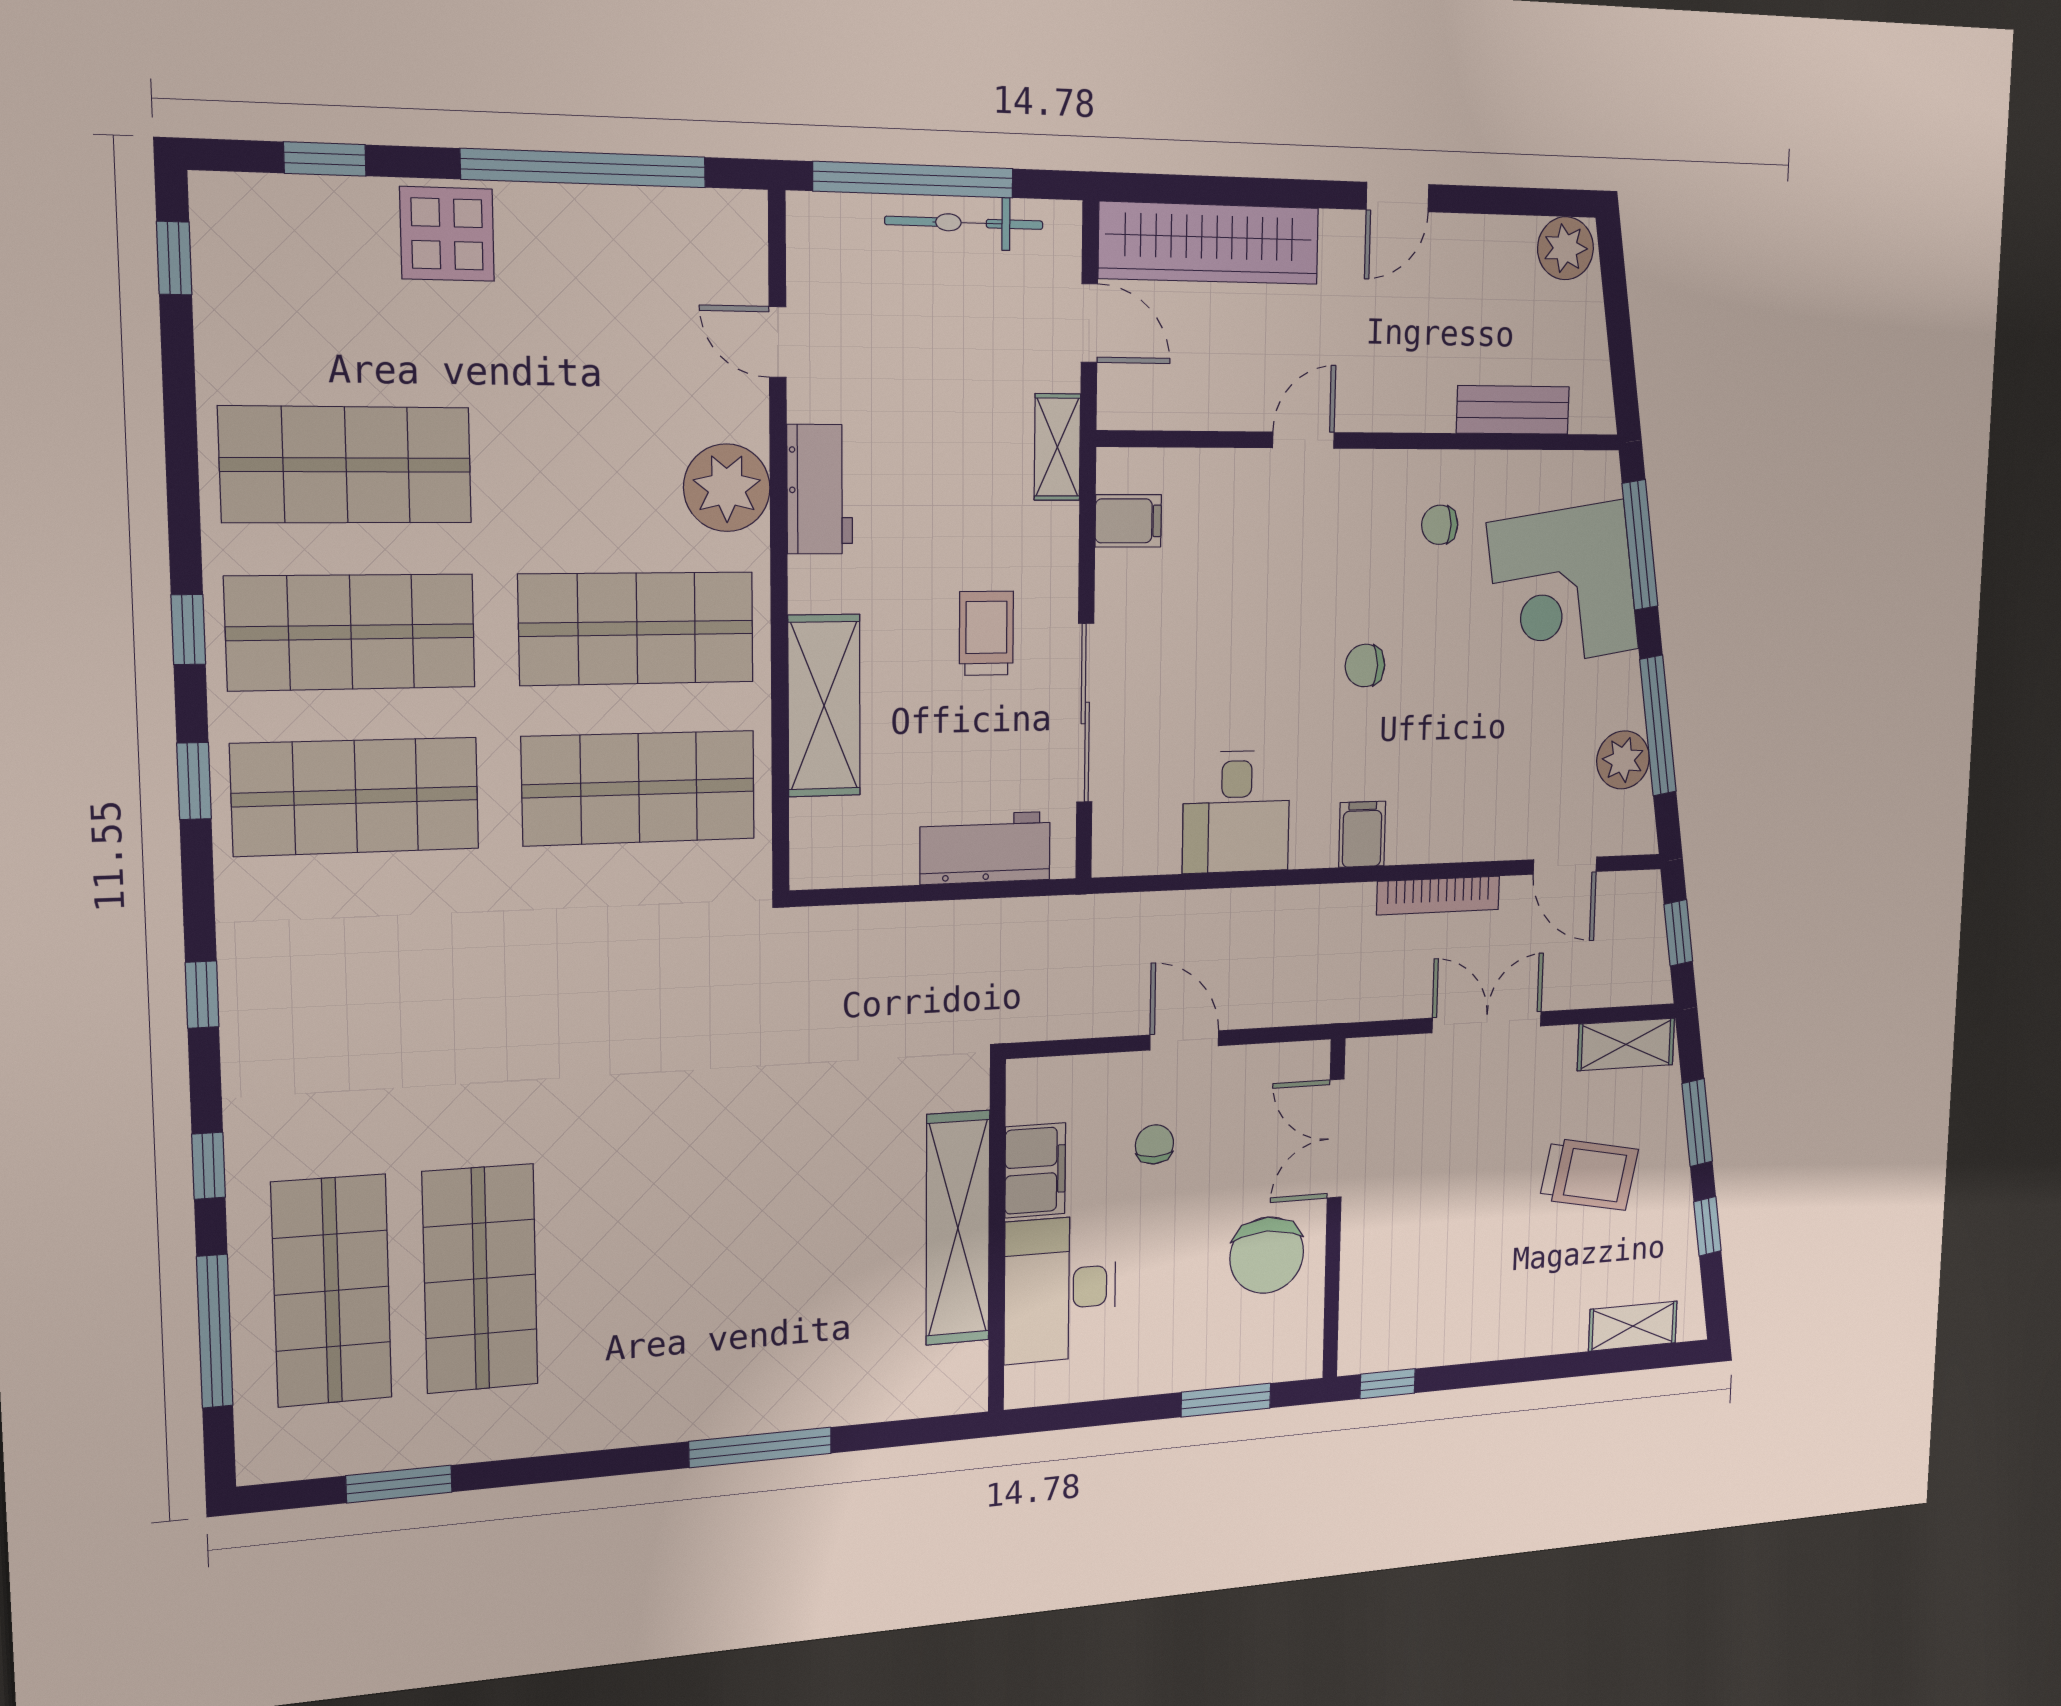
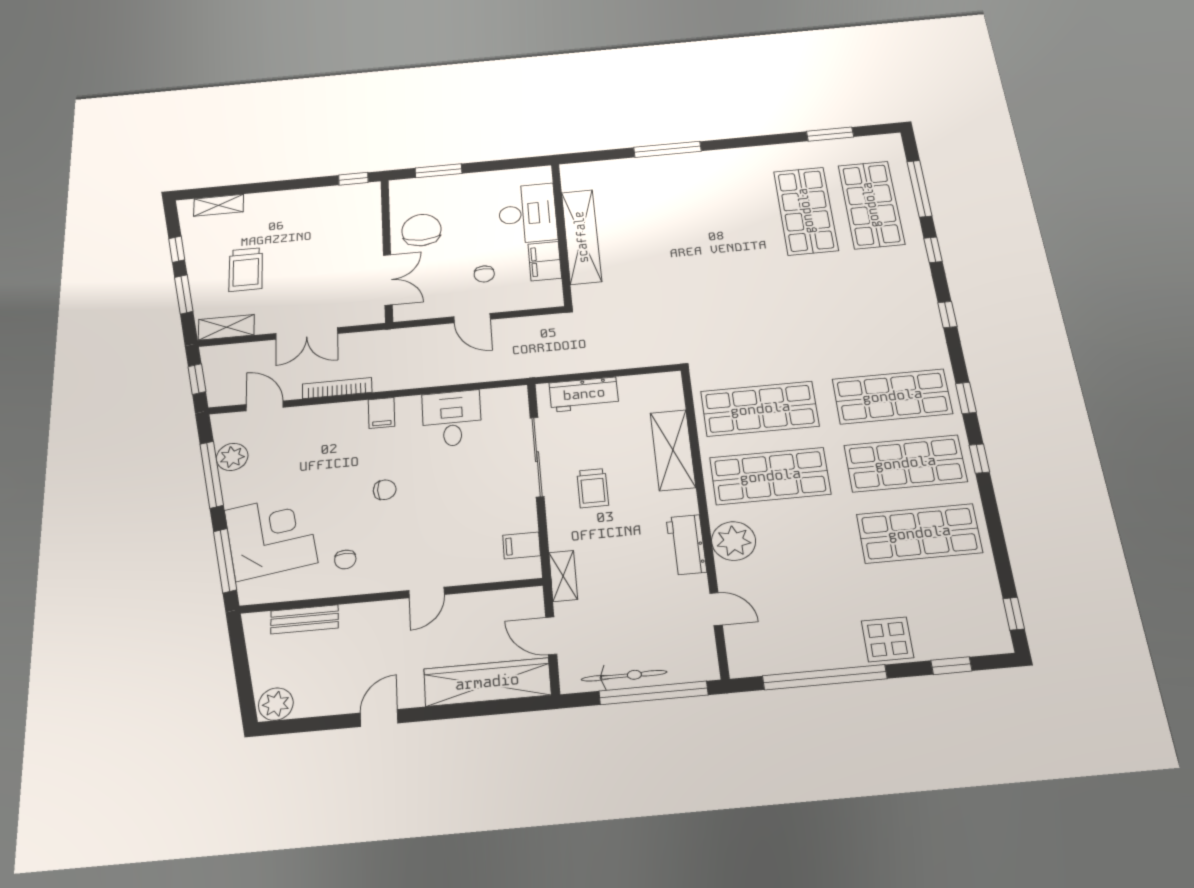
chair: (1440, 525) -> (345, 559), turned 90
trolley: (1589, 1174) -> (246, 269), turned -101

